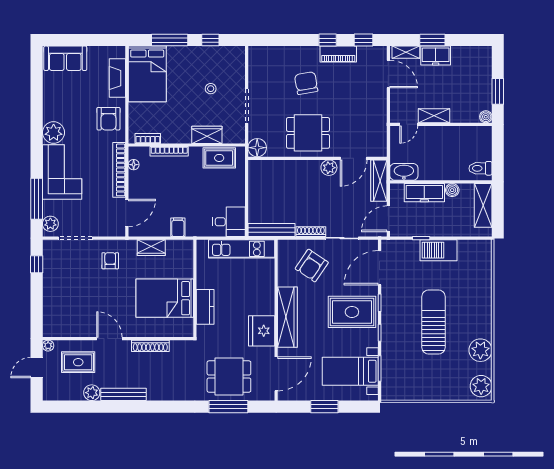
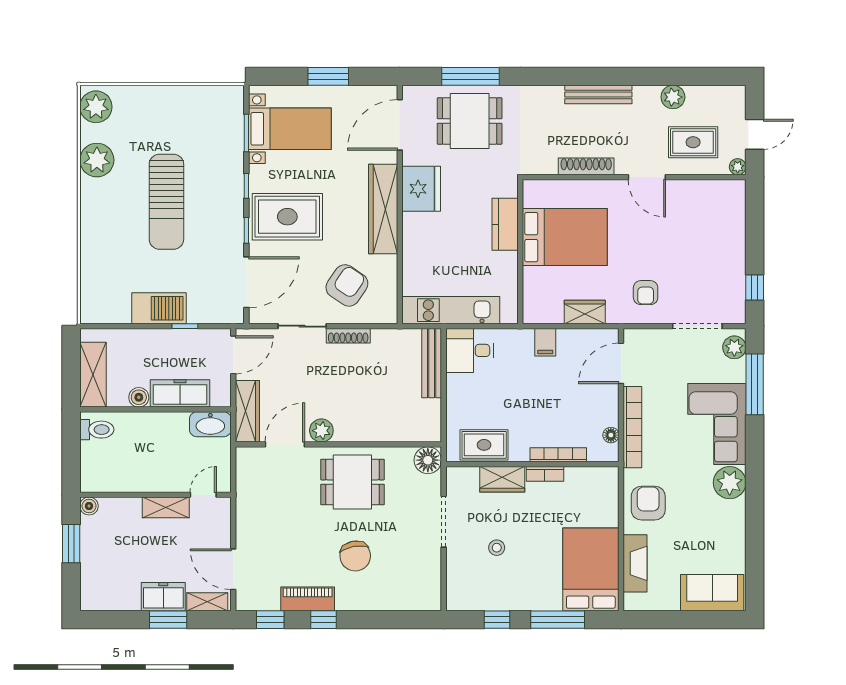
bookcase: (148, 138) -> (545, 474), moved
bench: (271, 230) -> (432, 363), moved, turned 90
bench: (123, 394) -> (598, 95), moved

